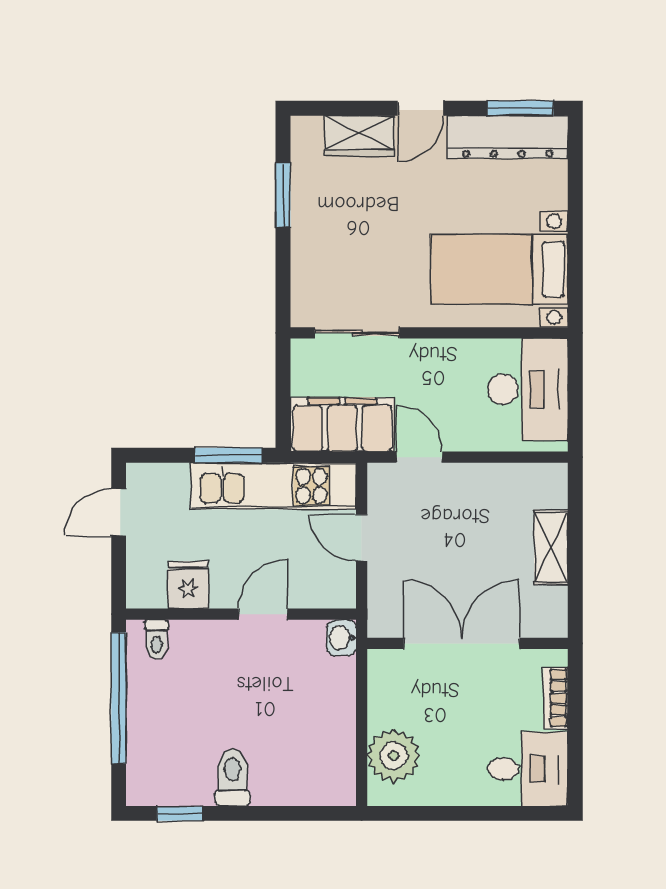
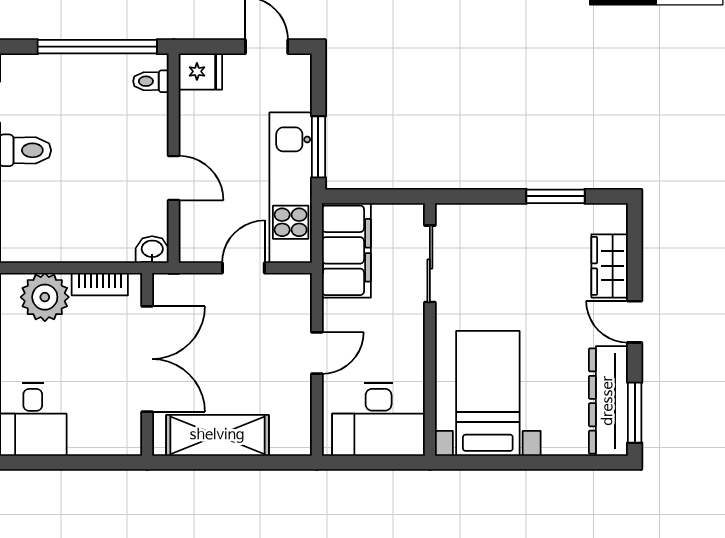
door: (419, 457) -> (317, 353), moved
shelving: (551, 547) -> (217, 435), width x1.50, depth x1.33
fridge: (188, 585) -> (200, 71), moved
bookcase: (556, 698) -> (100, 284), moved, turned 180

